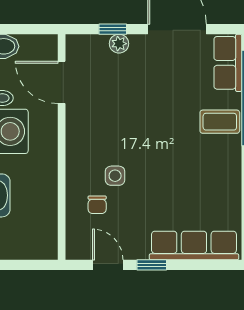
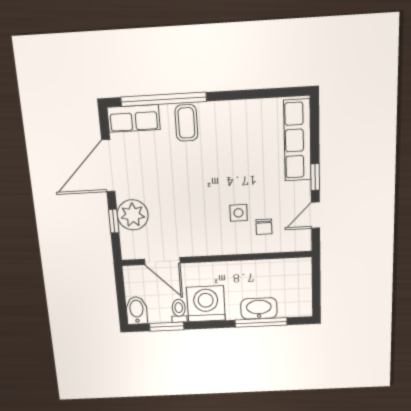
plant: (119, 44) -> (133, 215), width x1.88, depth x1.88
door: (62, 82) -> (162, 261), hinge flipped
chair: (97, 205) -> (264, 227), turned 90

